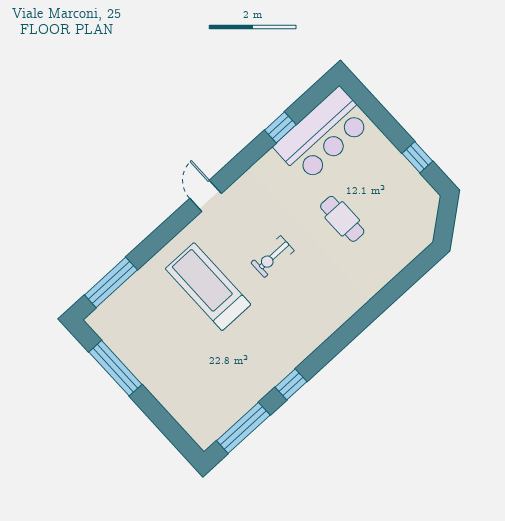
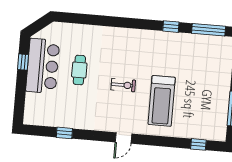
bar counter: (323, 135) -> (43, 66), moved, turned 90
window: (111, 282) -> (198, 144), width x0.46

